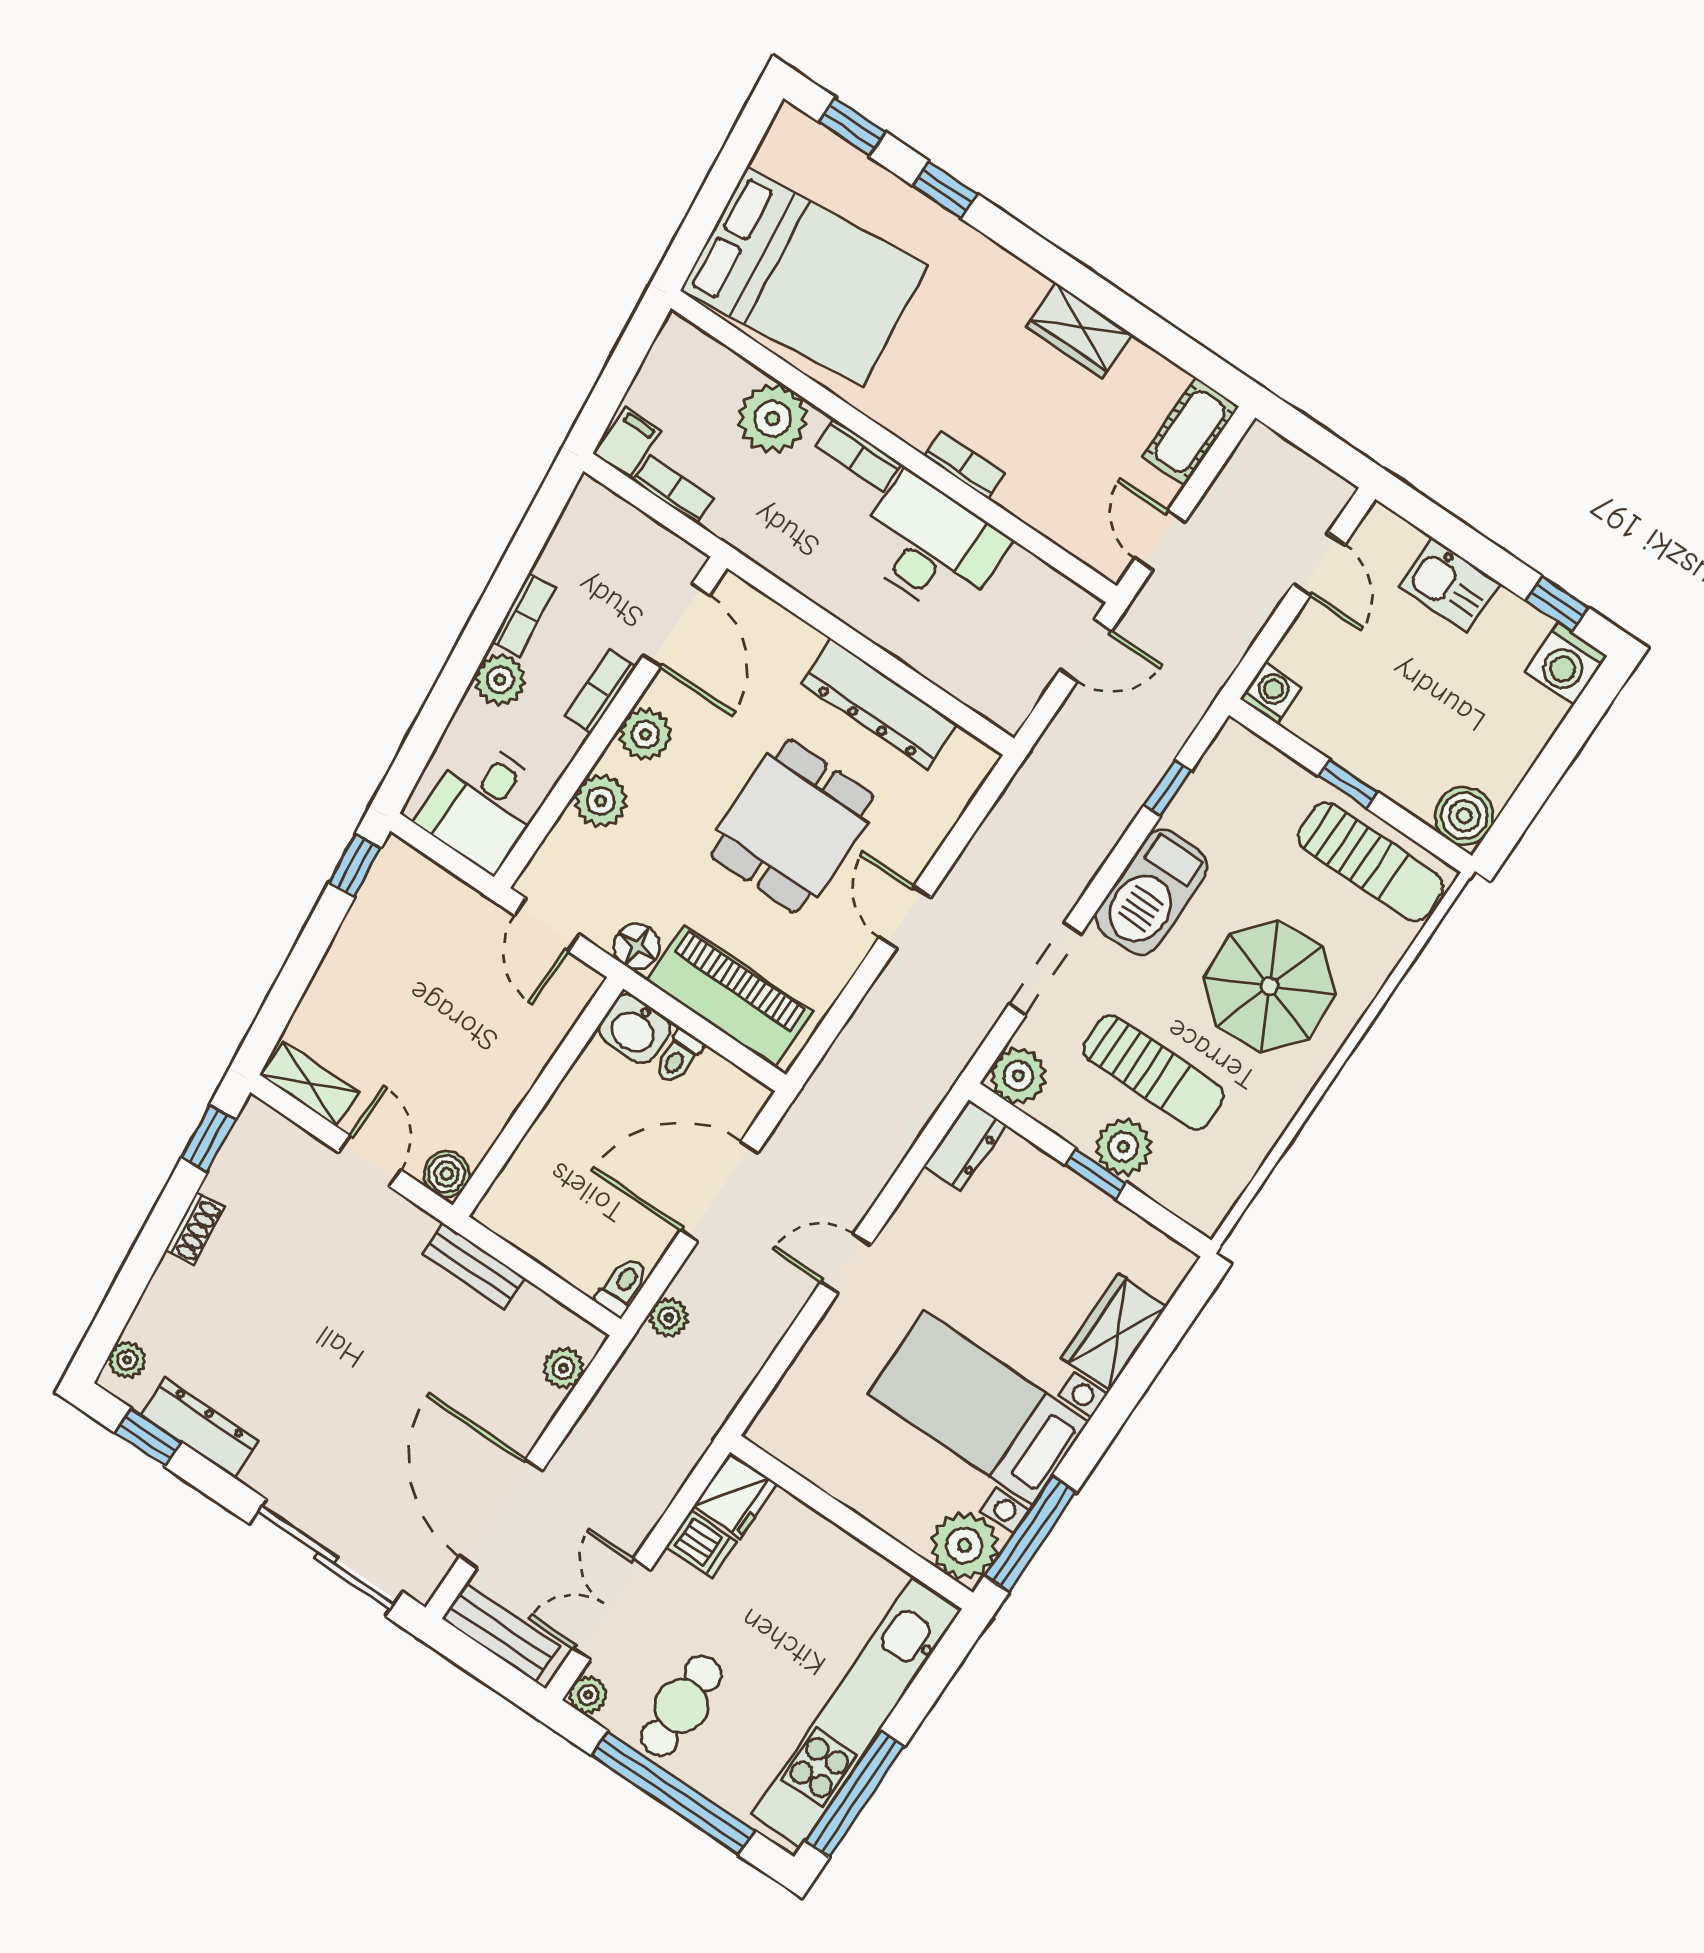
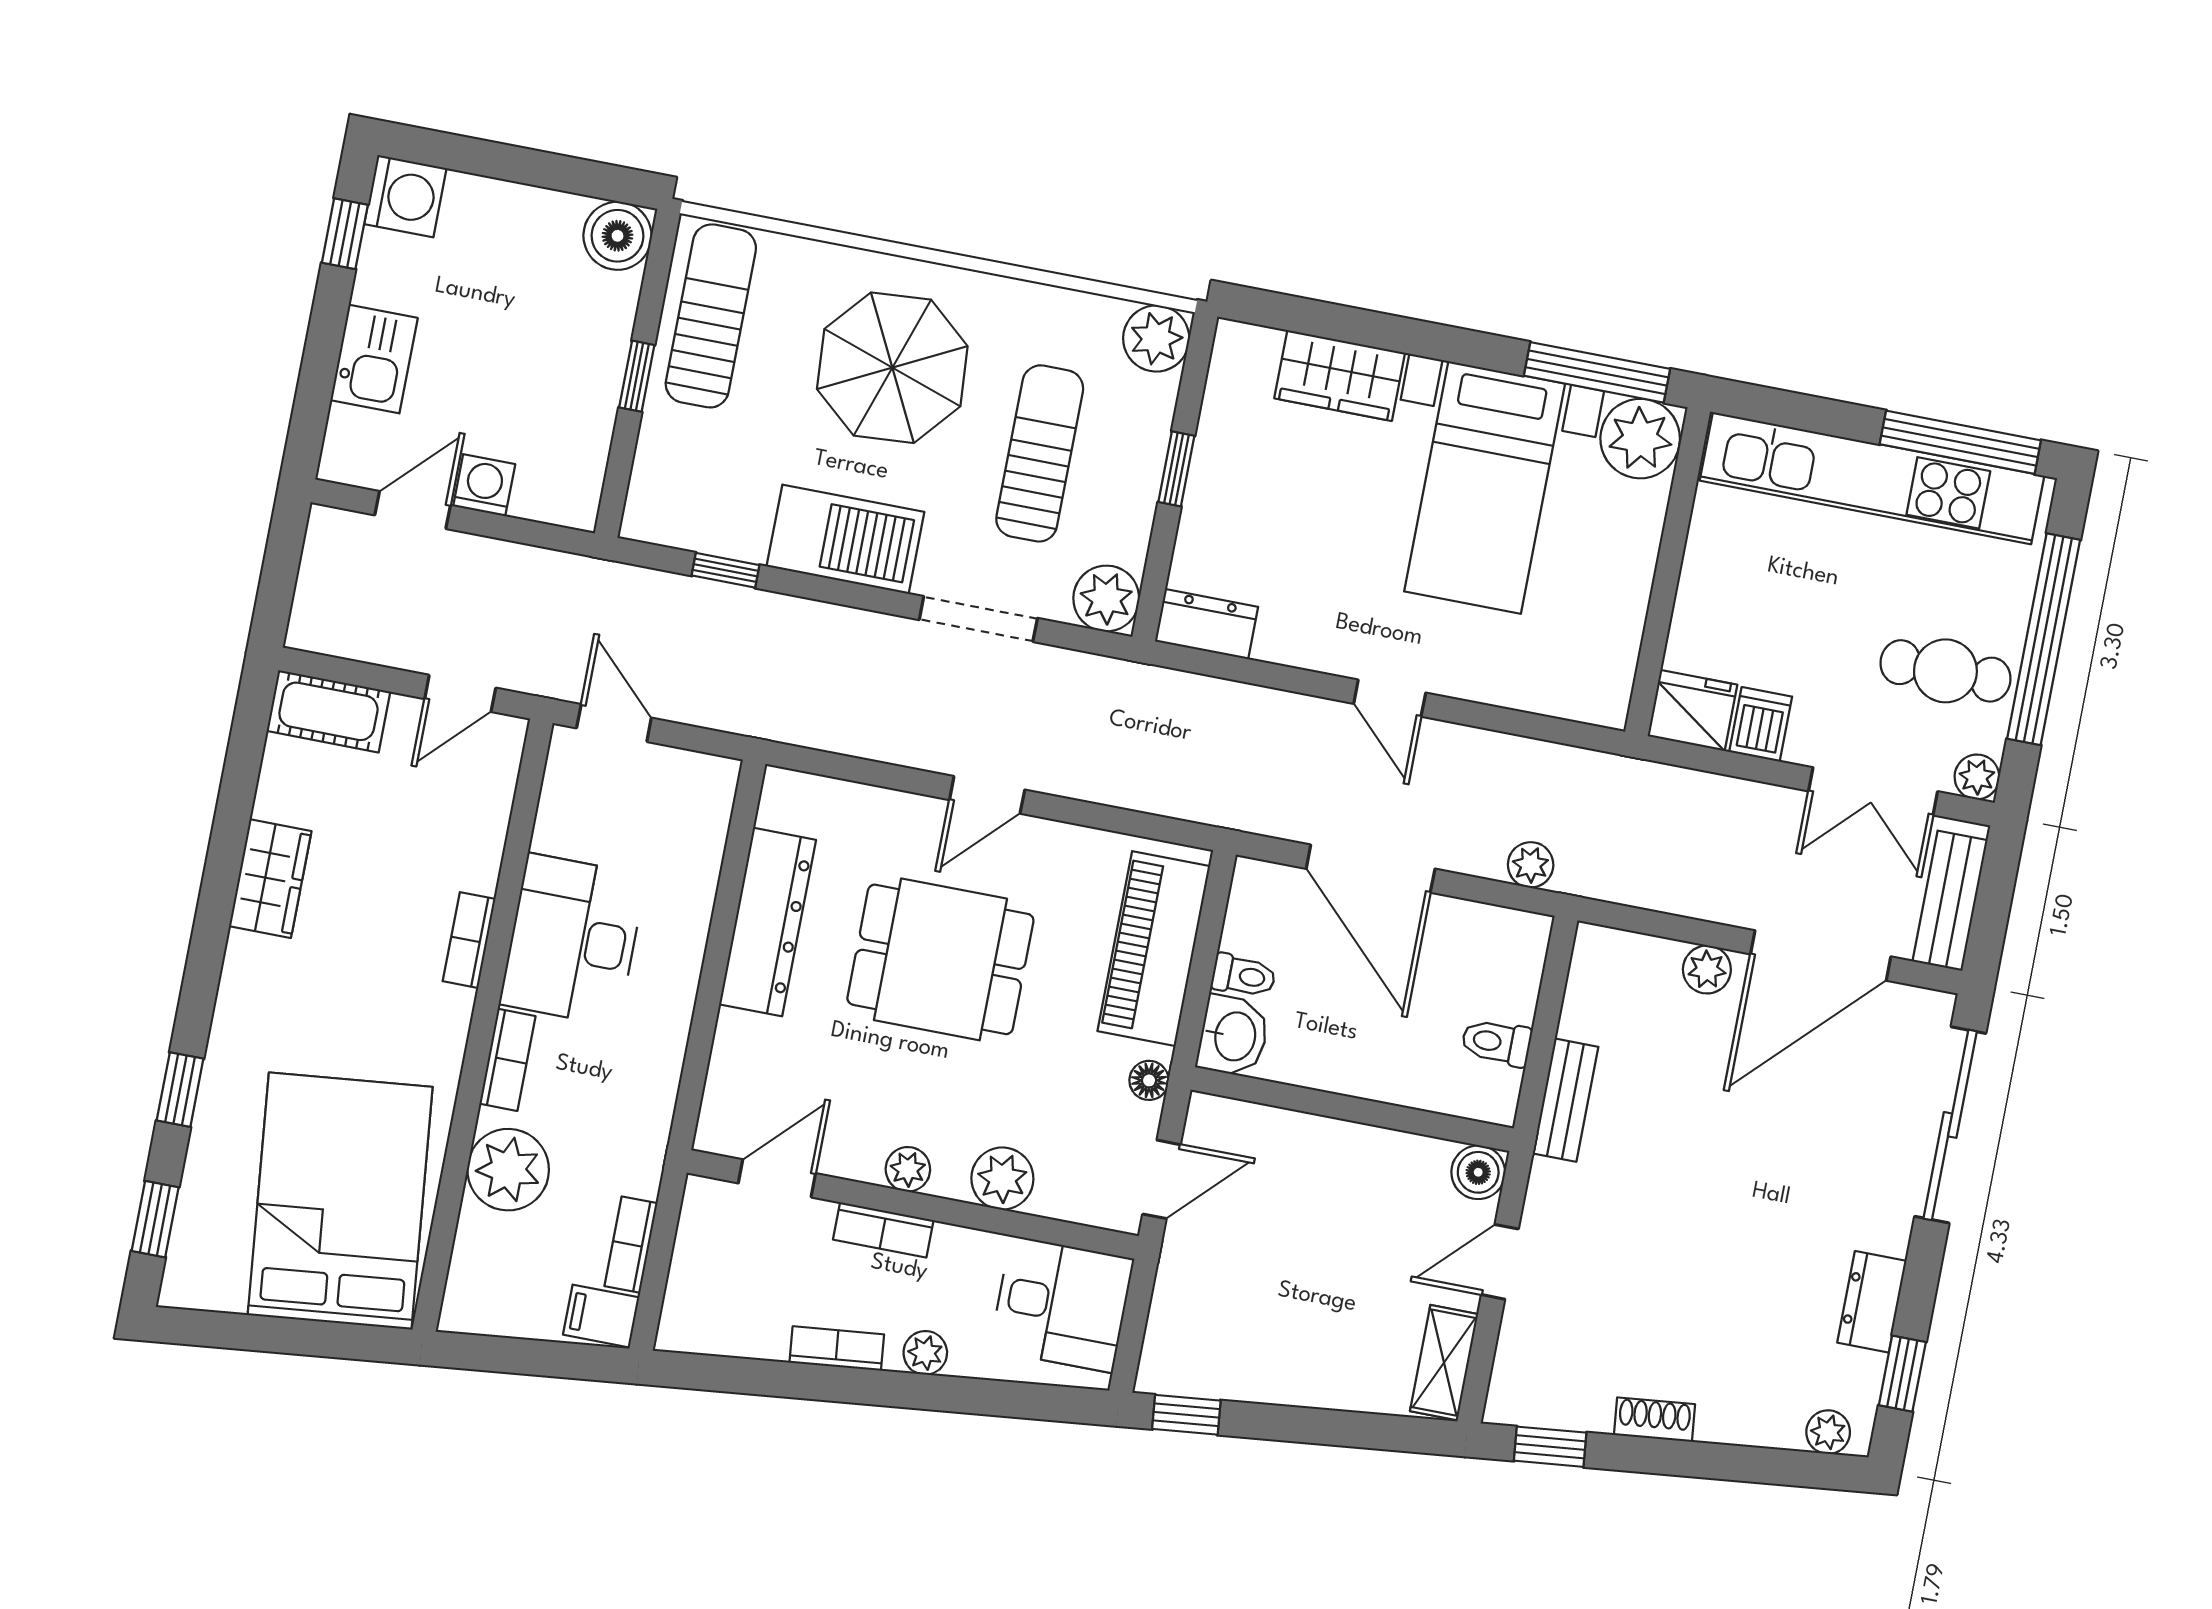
door: (676, 625) -> (777, 1178), width x0.73
plant: (500, 680) -> (925, 1353), width x0.73, depth x0.73
washing machine: (1271, 693) -> (484, 485), moved, turned 90
plant: (645, 734) -> (908, 1169), width x0.73, depth x0.73
floor lamp: (637, 946) -> (1149, 1080), width x0.73, depth x0.73
plant: (1123, 1147) -> (1156, 339), moved
toilet: (622, 1286) -> (1496, 1042), moved
plant: (563, 1368) -> (1707, 970), moved
dresser: (200, 1428) -> (1872, 1302), width x0.70

